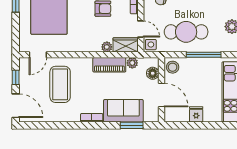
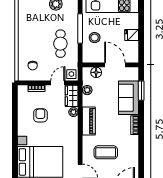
cafe table: (186, 32) -> (60, 44), width x0.73, depth x0.74
piano: (109, 65) -> (89, 121), moved
stool: (173, 67) -> (95, 38), moved
coffee table: (60, 84) -> (106, 152), width x0.73, depth x0.76
door: (161, 95) -> (115, 65), hinge flipped

